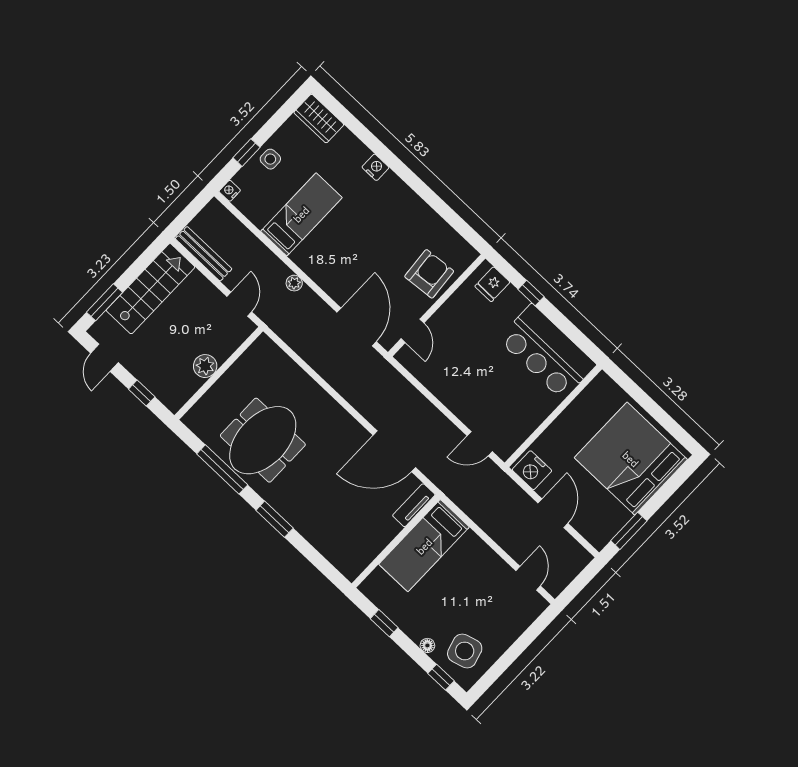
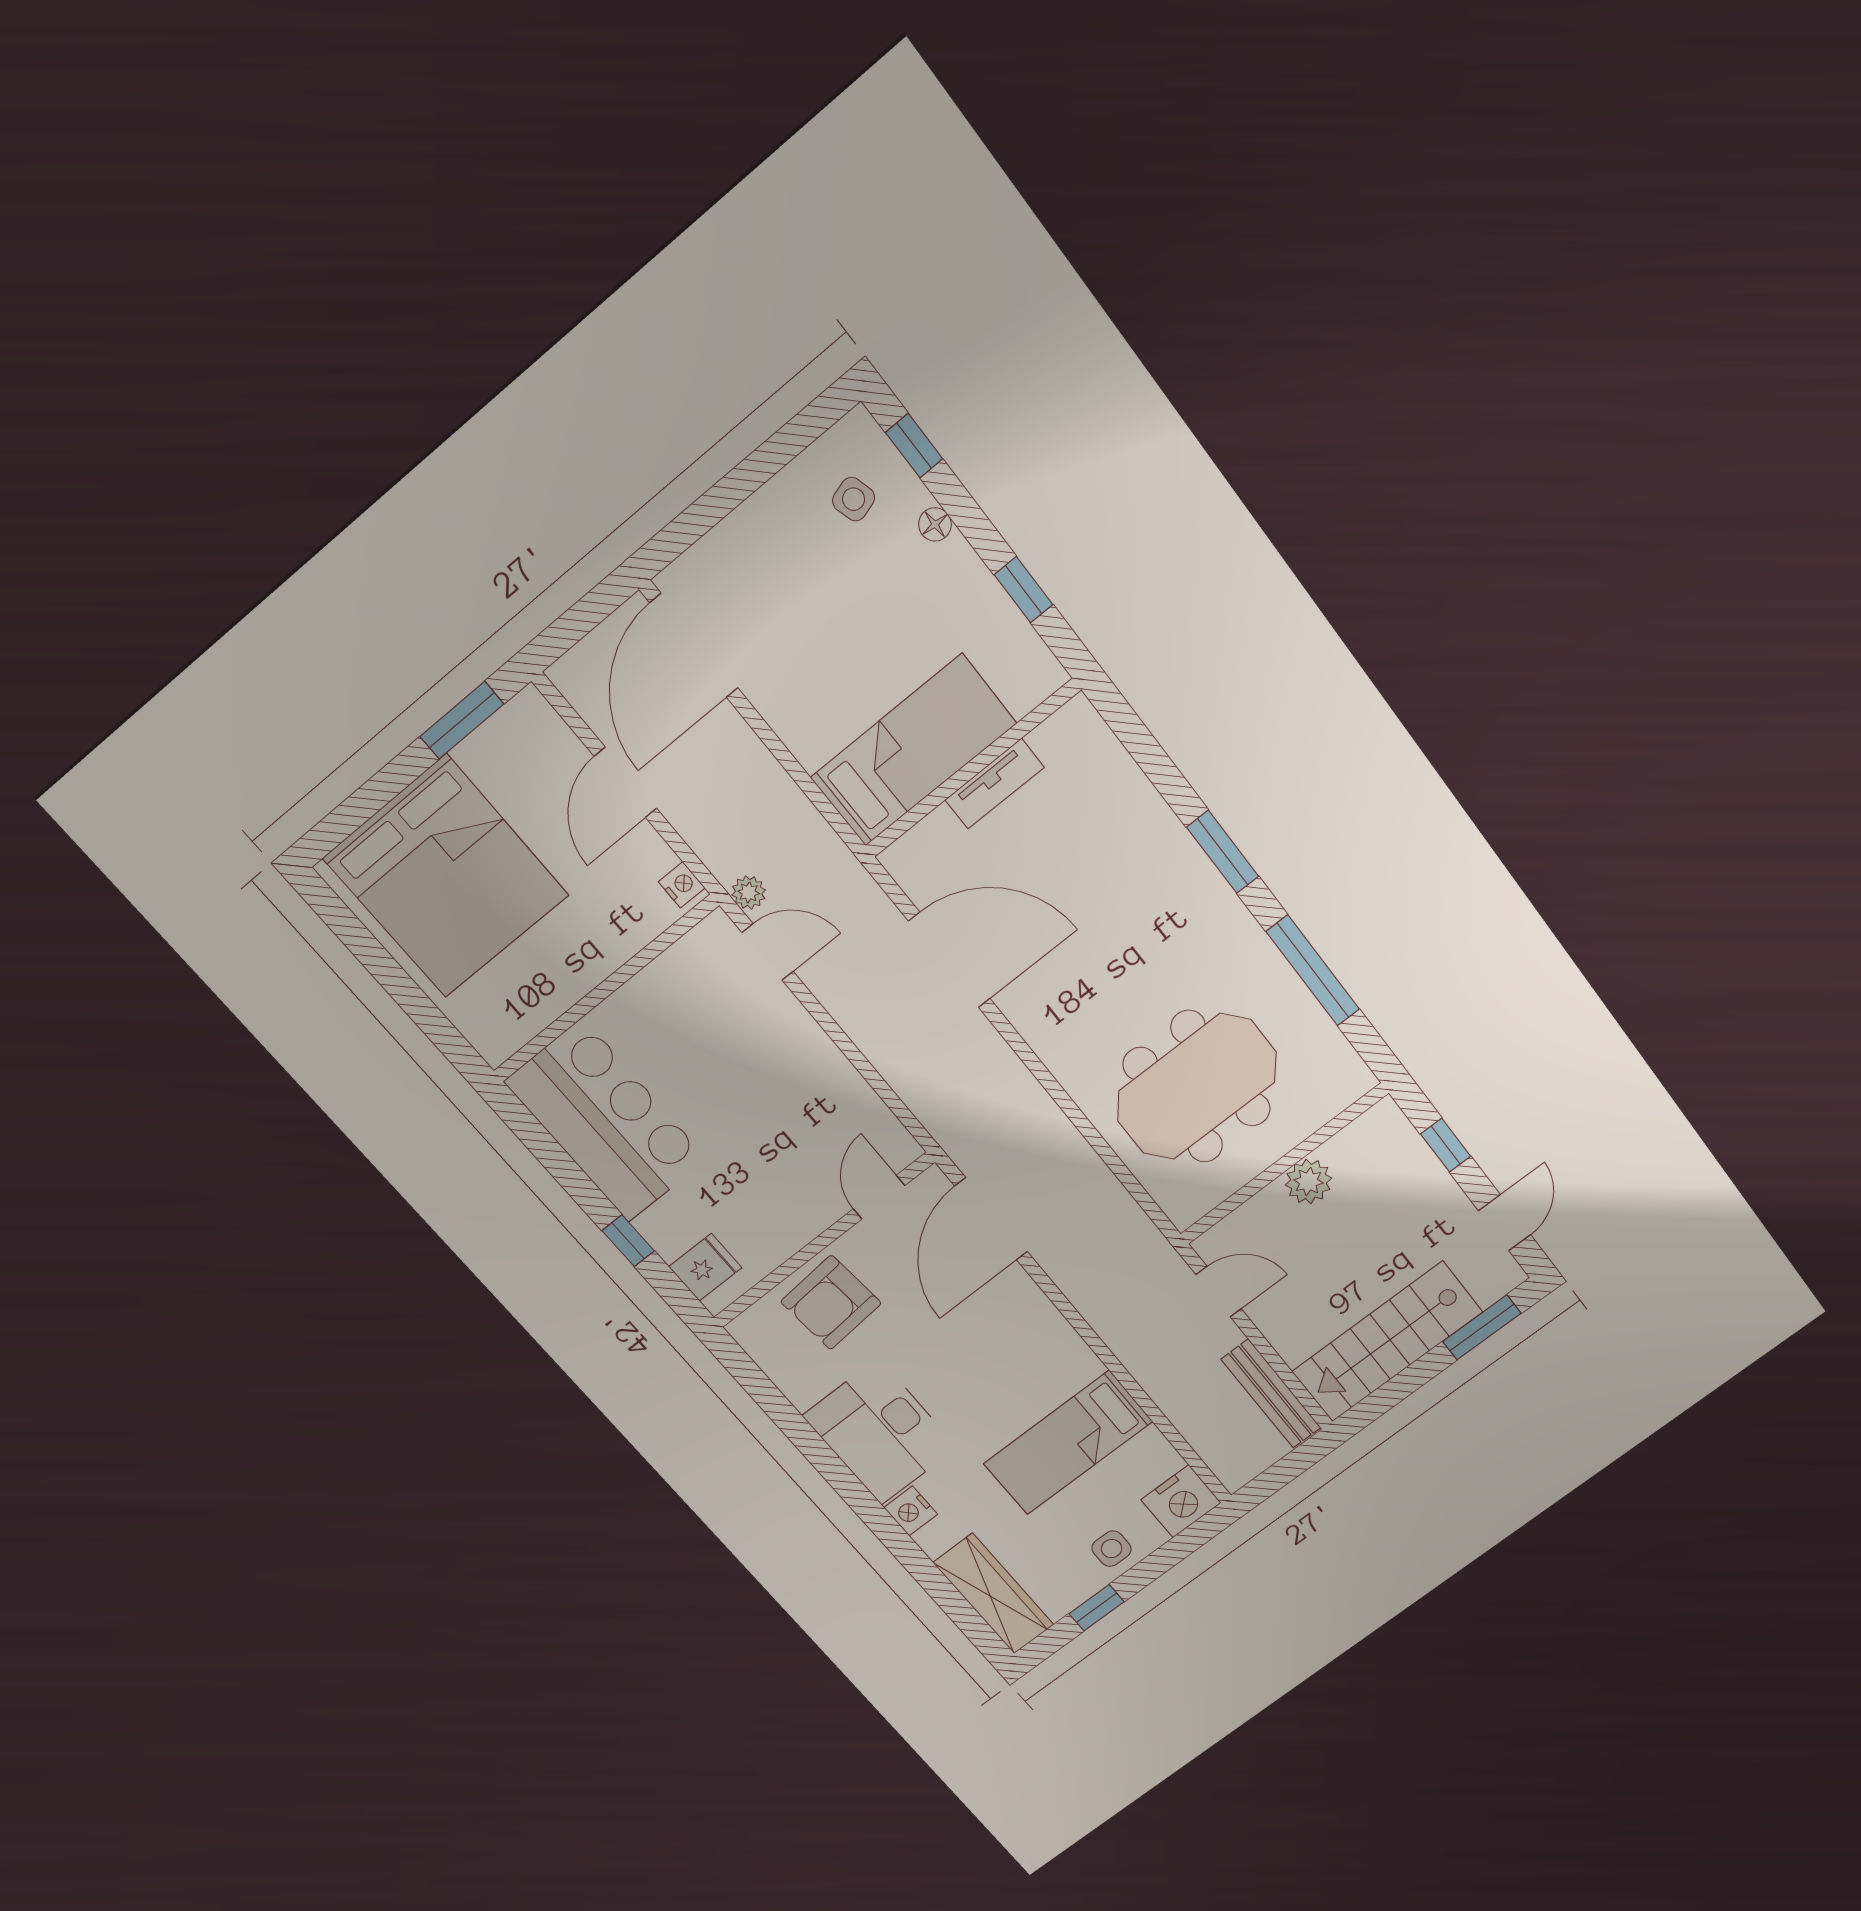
wardrobe: (319, 119) -> (994, 1594), width x1.50
window: (247, 153) -> (1097, 1608), moved
nightstand: (230, 191) -> (1181, 1501), width x1.89, depth x1.79
desk: (397, 209) -> (880, 1432), added
plant: (294, 283) -> (749, 892), moved
door: (239, 304) -> (1219, 1292), swing flipped
meeting table: (263, 440) -> (1197, 1087), moved
nightstand: (532, 470) -> (682, 885), width x0.53, depth x0.56
tv unit: (414, 505) -> (995, 784), moved
door: (528, 578) -> (694, 645), width x1.88
side table: (465, 651) -> (854, 499), width x0.54, depth x0.54

